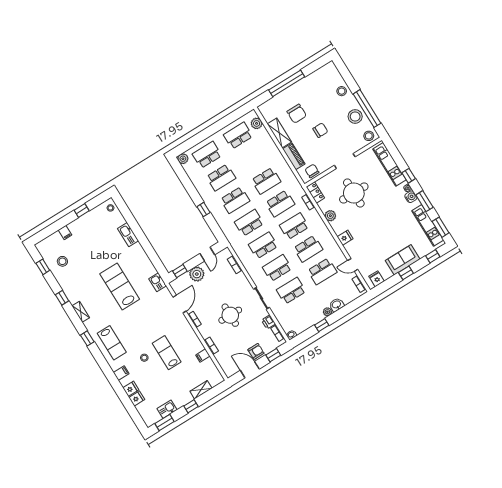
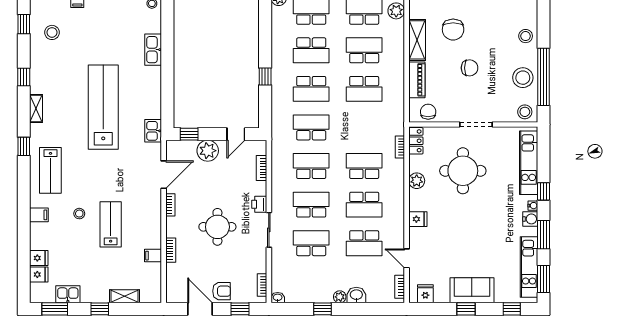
school desk: (280, 203) -> (364, 50), moved, turned 180
lab bench: (120, 286) -> (103, 107), width x1.36
printer: (268, 322) -> (259, 204), moved
fridge: (131, 389) -> (39, 274), moved

